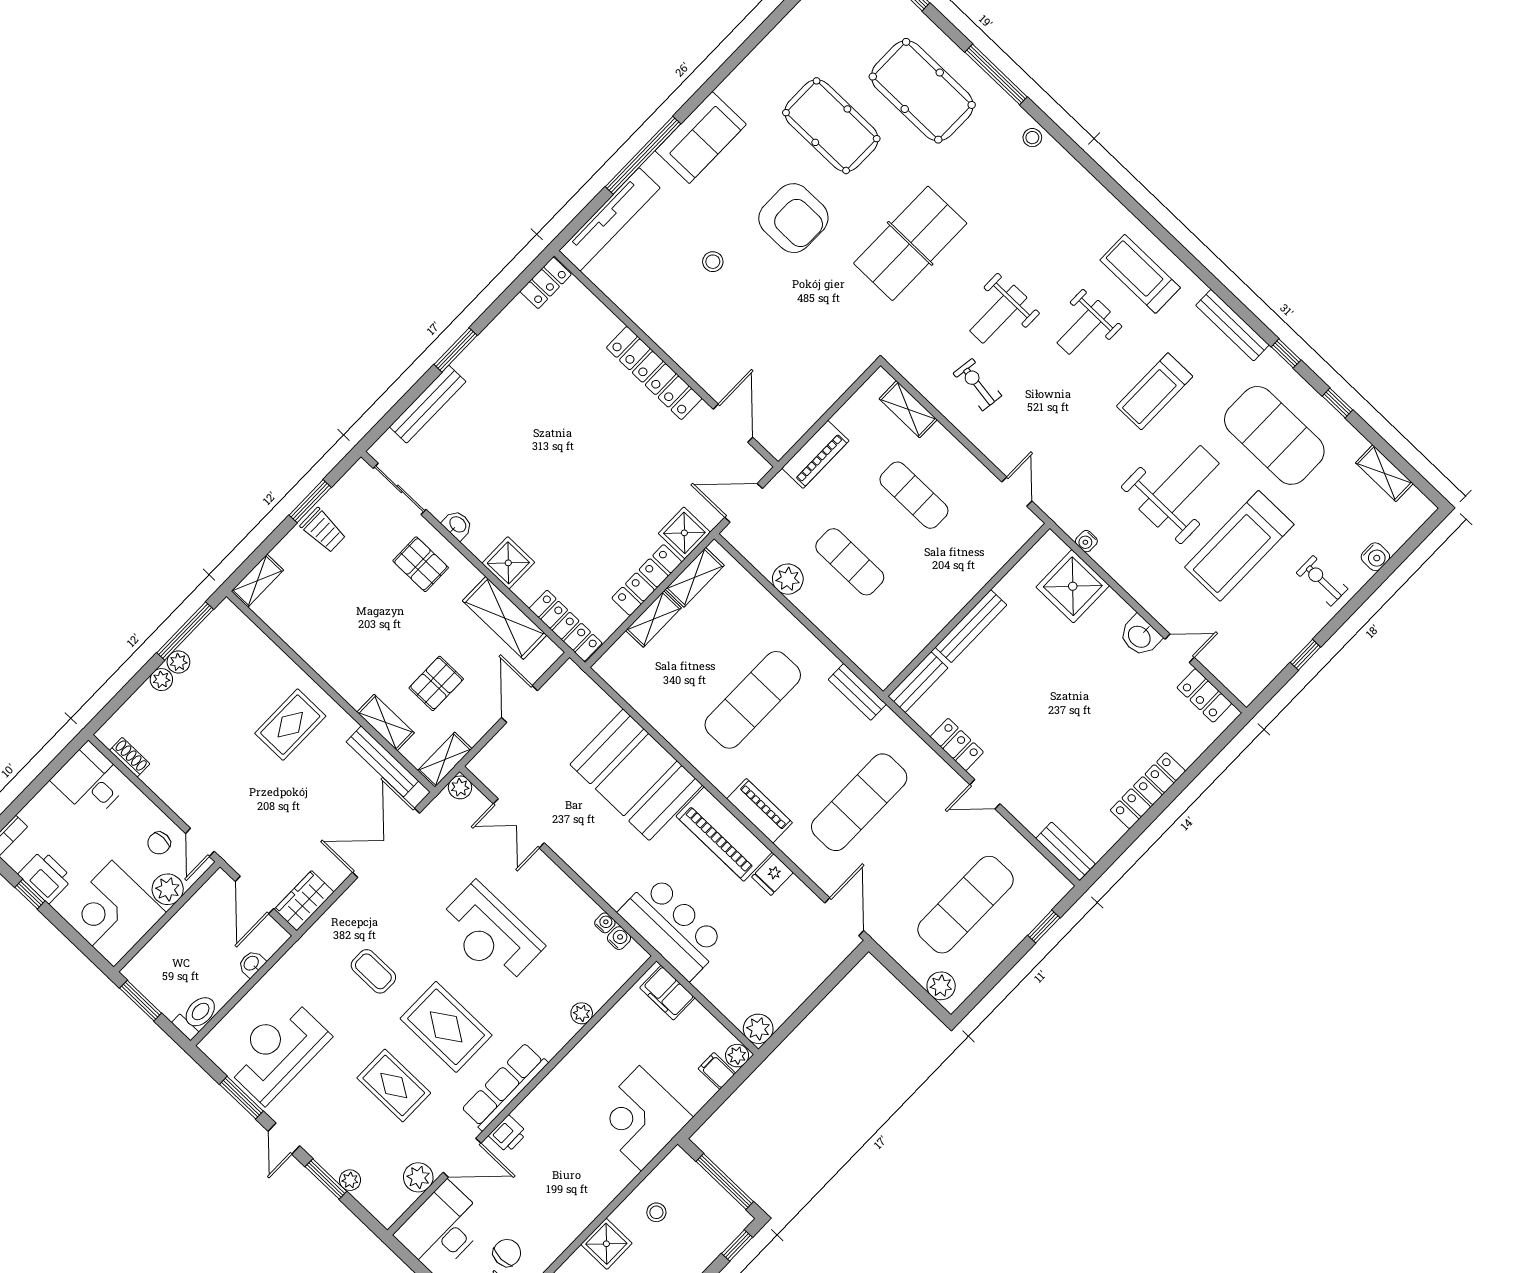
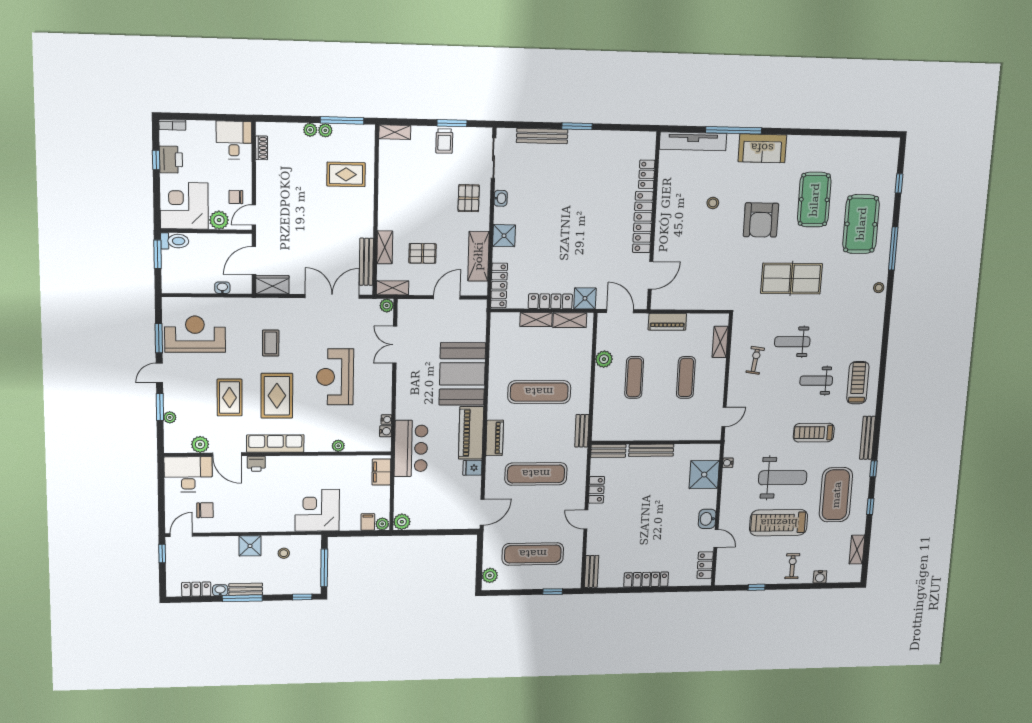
locker: (546, 283) -> (647, 174), moved, turned 90
rug: (290, 725) -> (346, 174), moved
toilet: (196, 1016) -> (175, 241), moved

